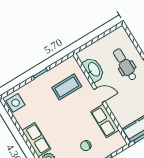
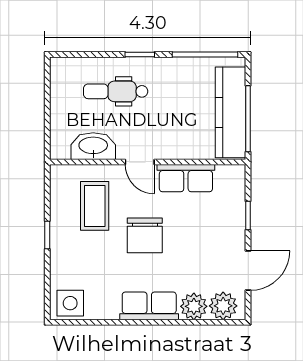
door: (99, 95) -> (140, 162), swing flipped
chair: (86, 146) -> (145, 235), moved, width x1.87, depth x1.87

